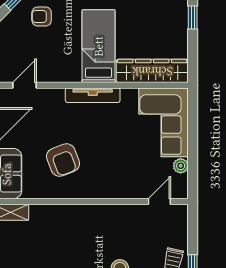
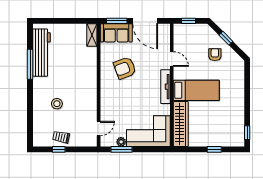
door: (24, 85) -> (172, 59), moved
window: (193, 165) -> (122, 149), added
door: (159, 202) -> (99, 128), hinge flipped

